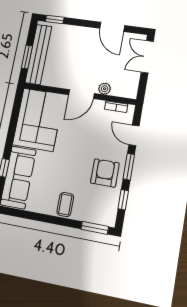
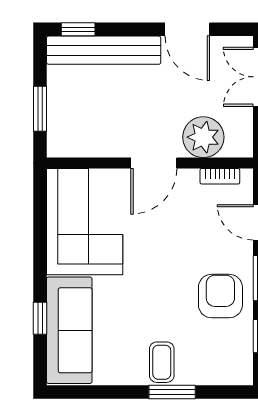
bench: (38, 54) -> (104, 50), moved, turned 90
plant: (105, 89) -> (203, 137), width x1.88, depth x1.88
window: (95, 228) -> (172, 392), moved

